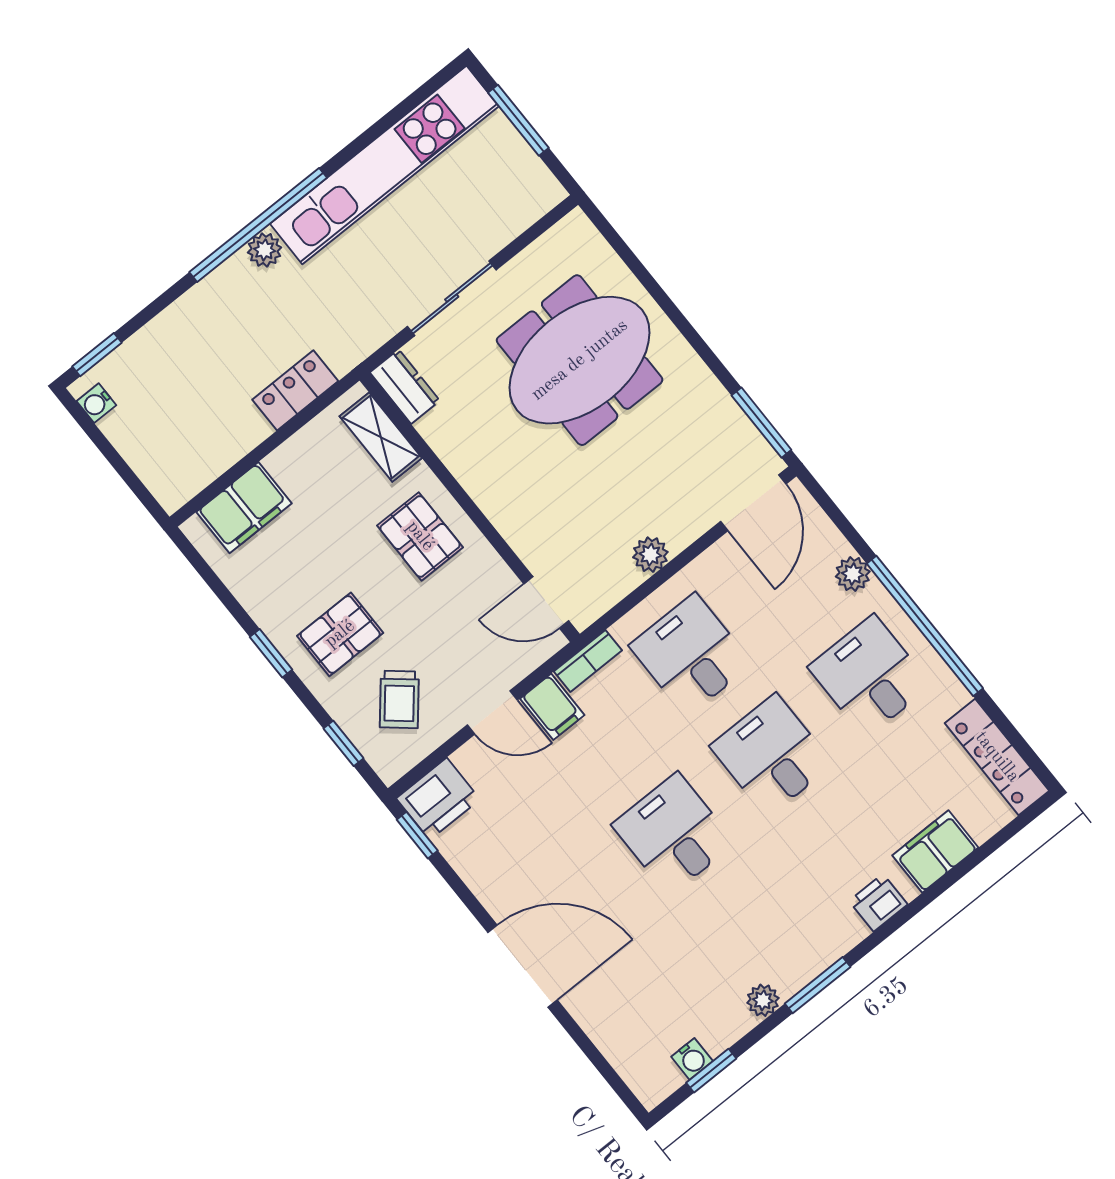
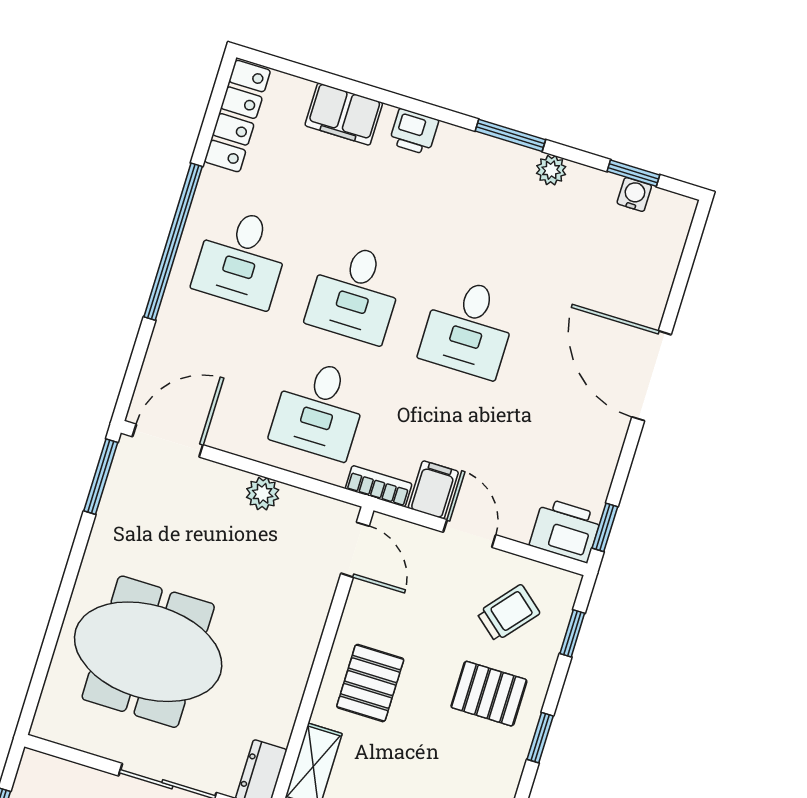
plant: (853, 574) -> (171, 325), removed

